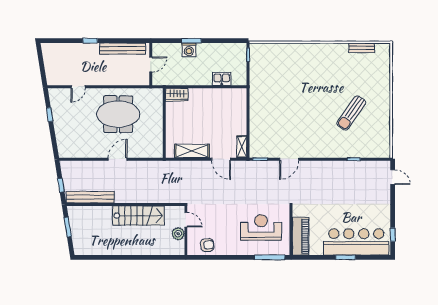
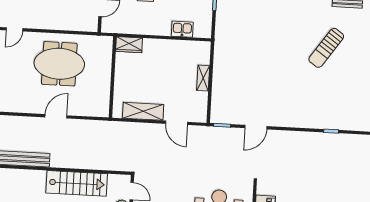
sun lounger: (351, 113) -> (326, 48), moved
shelving: (242, 147) -> (203, 78), moved

